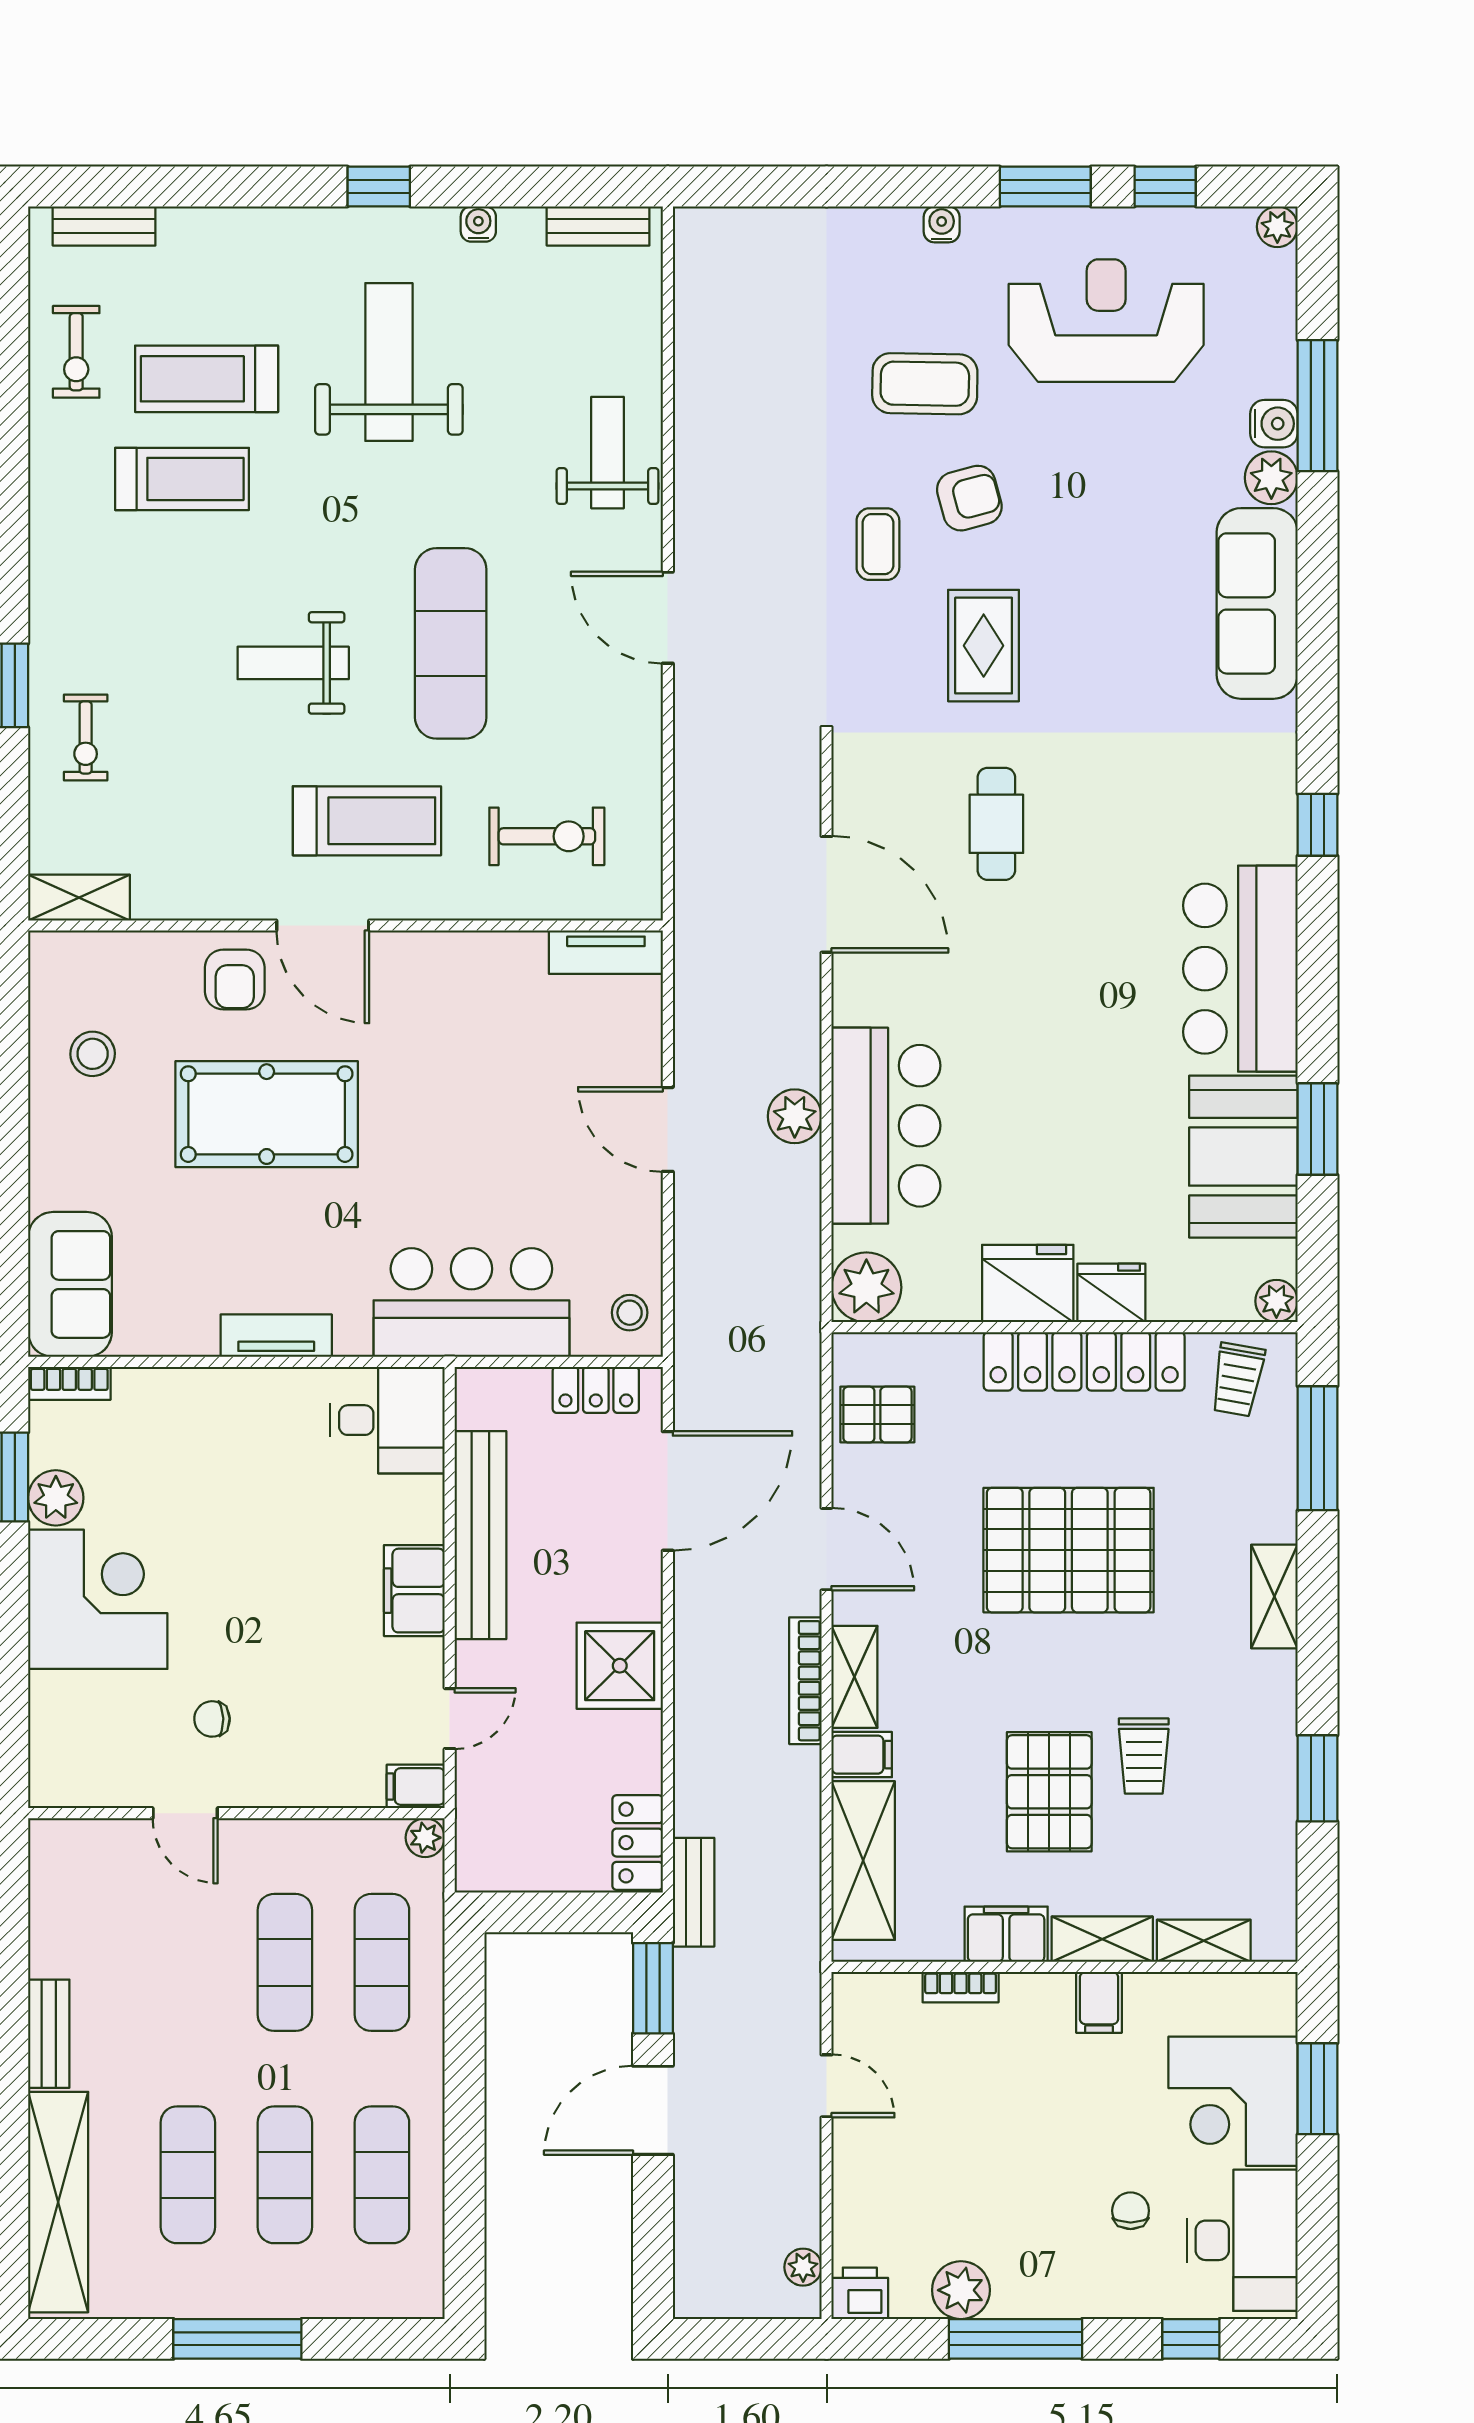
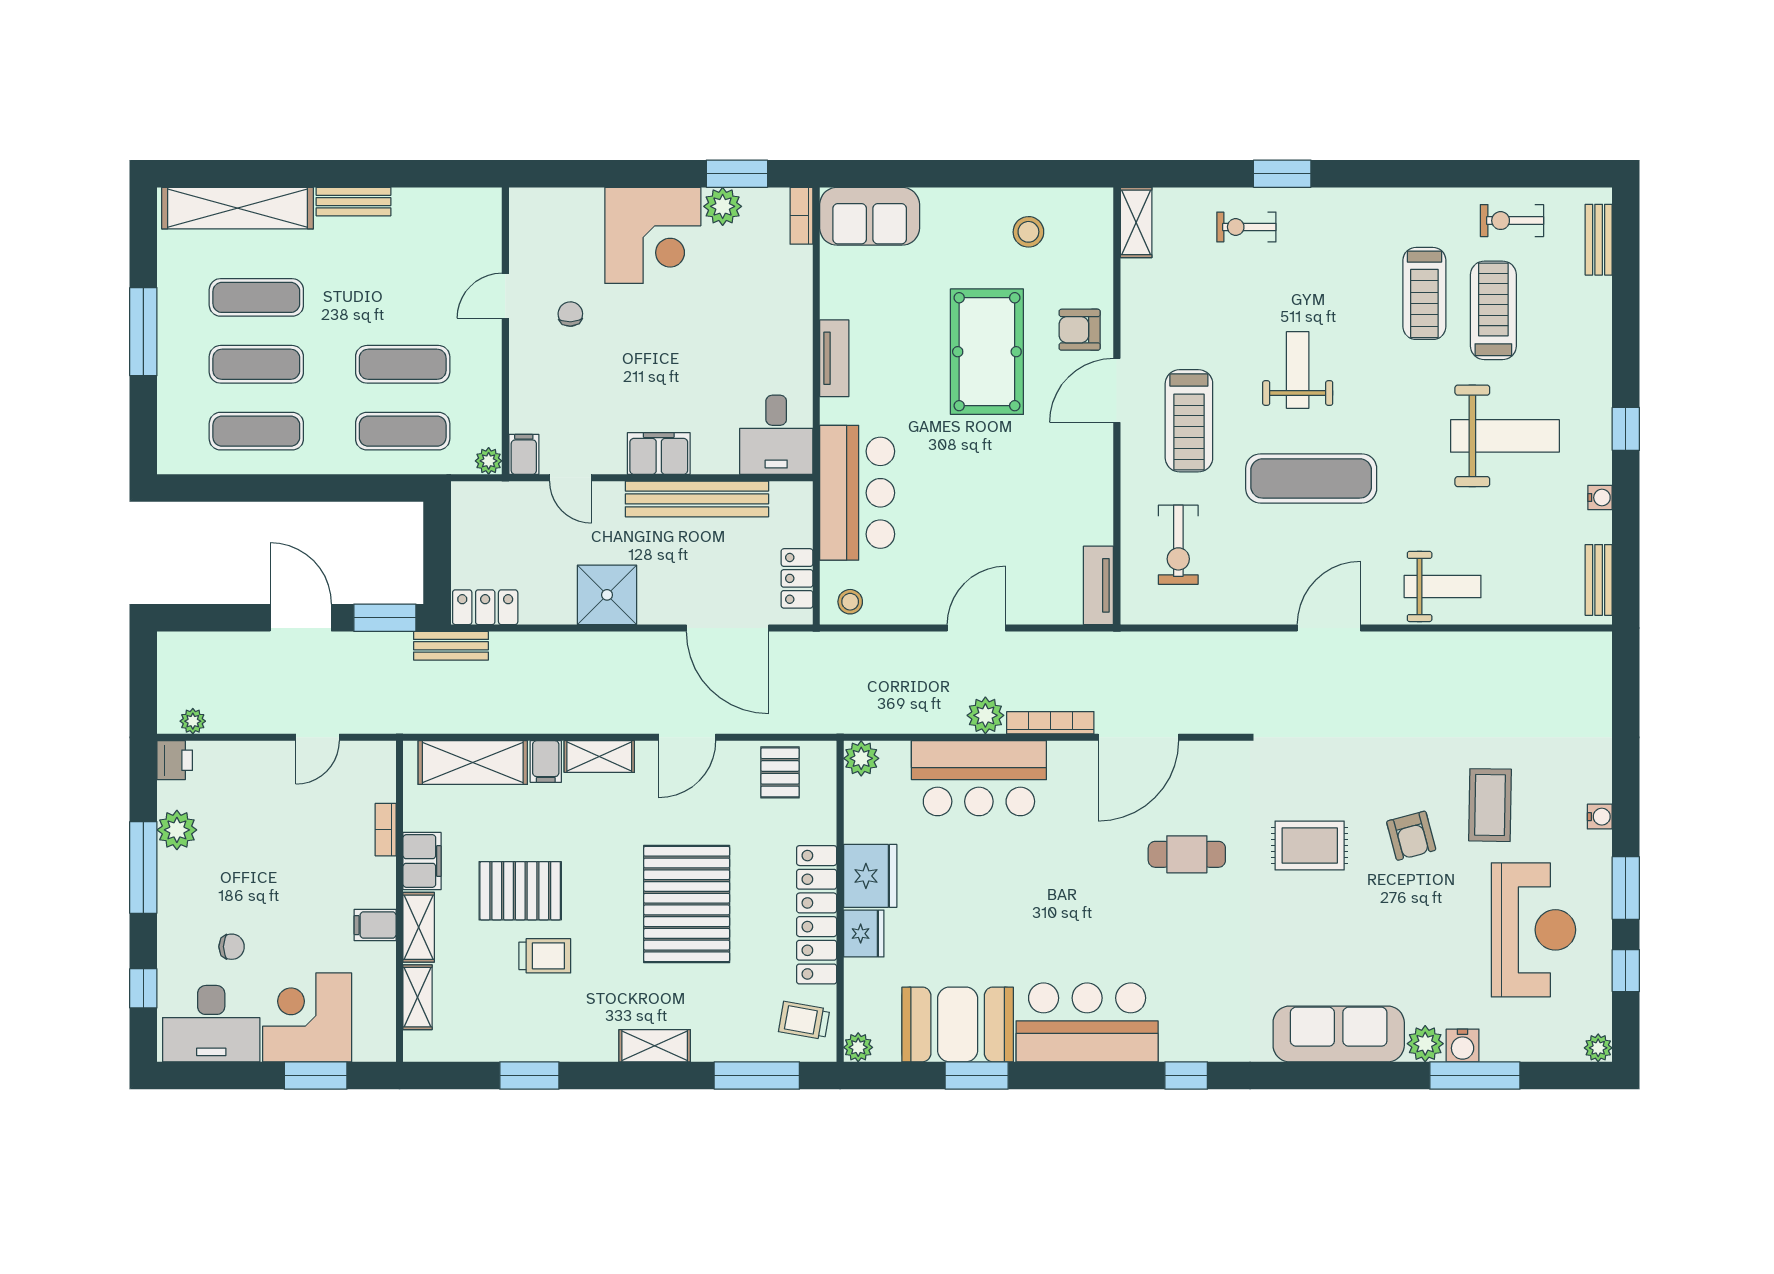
coffee table: (878, 544) -> (1380, 773), removed
plant: (866, 1287) -> (861, 758), width x0.73, depth x0.73
bookcase: (805, 1681) -> (1050, 723), moved
trolley: (1144, 1756) -> (545, 956), turned 180

